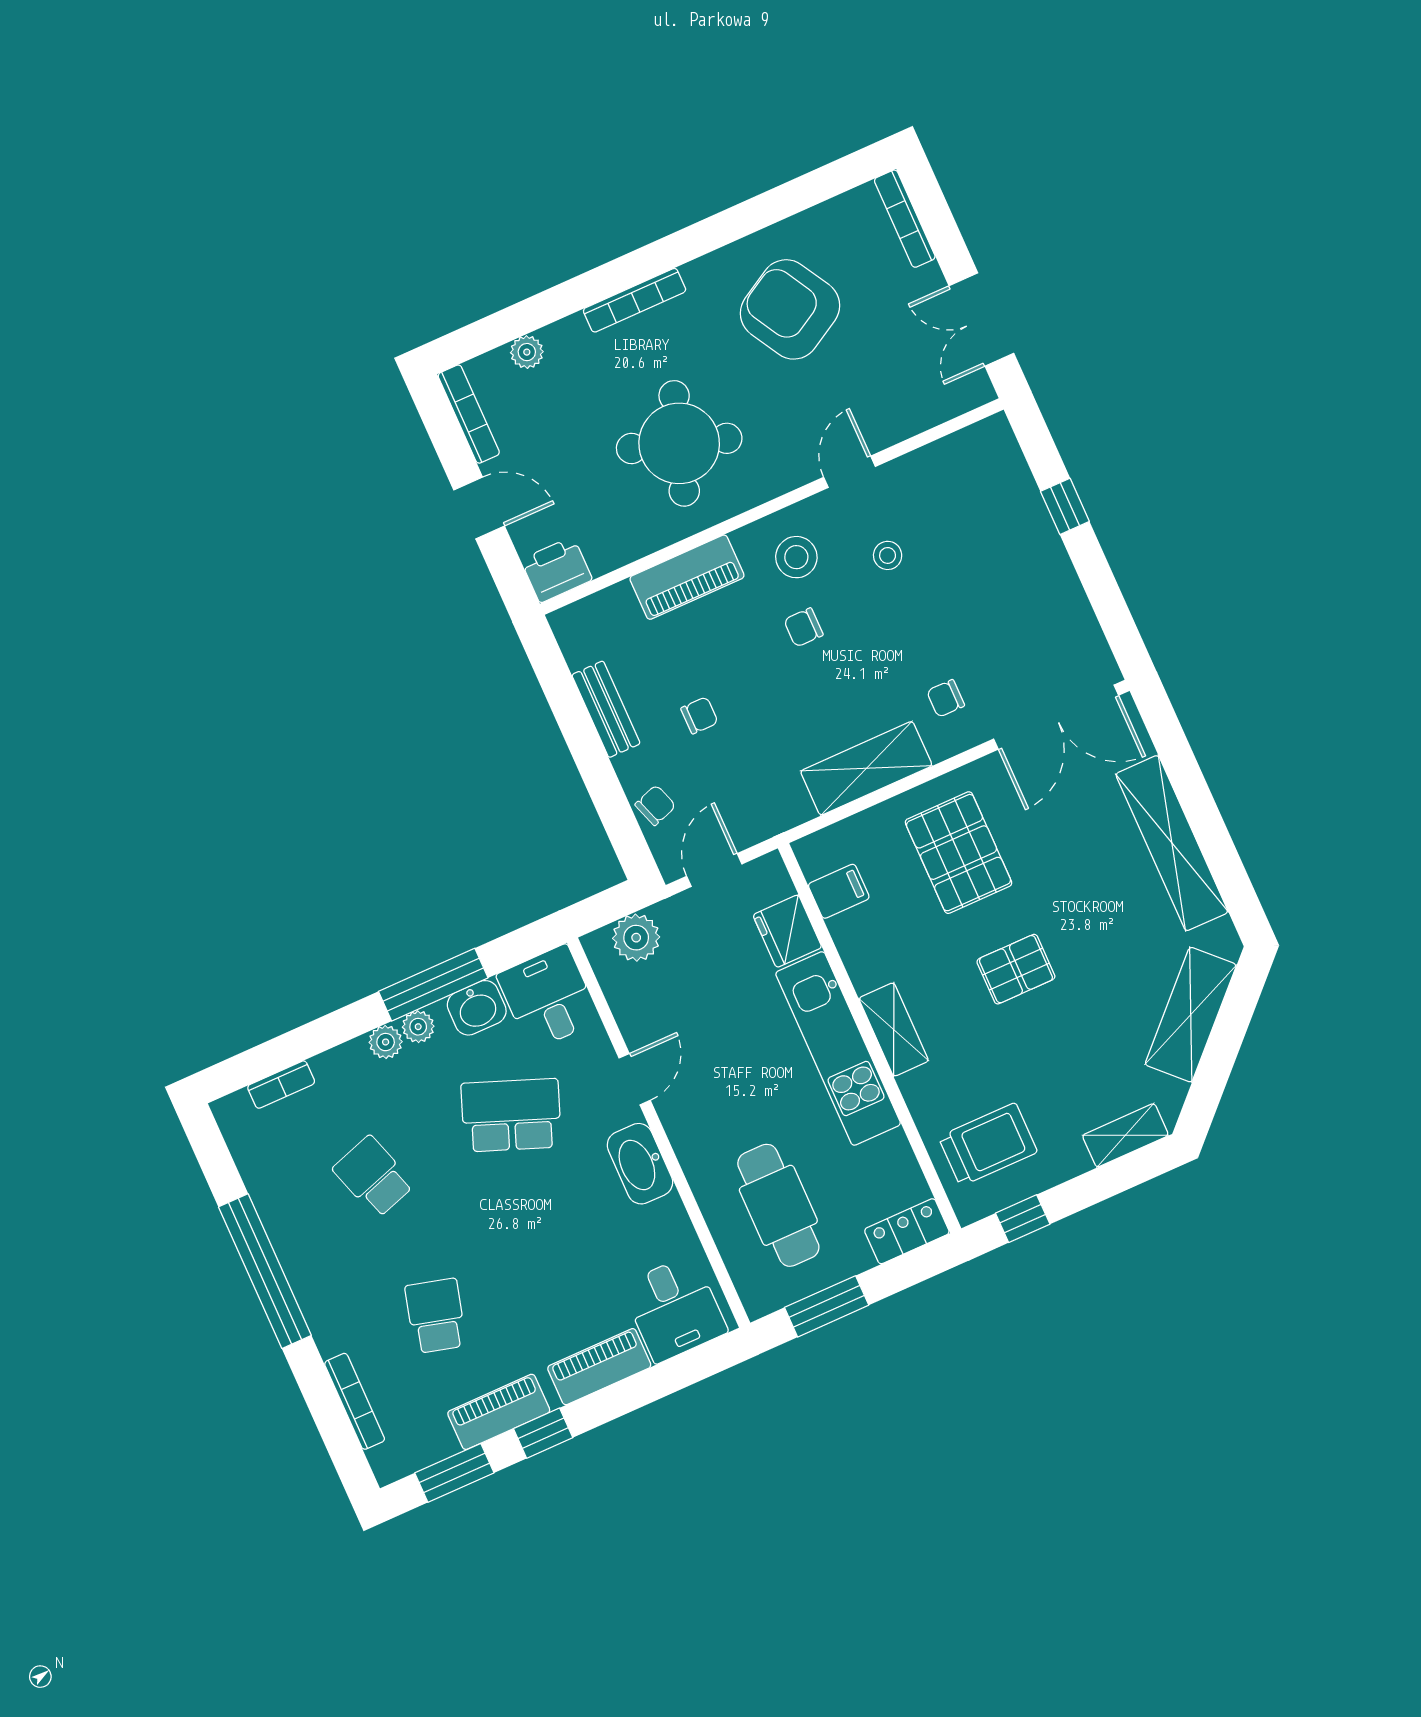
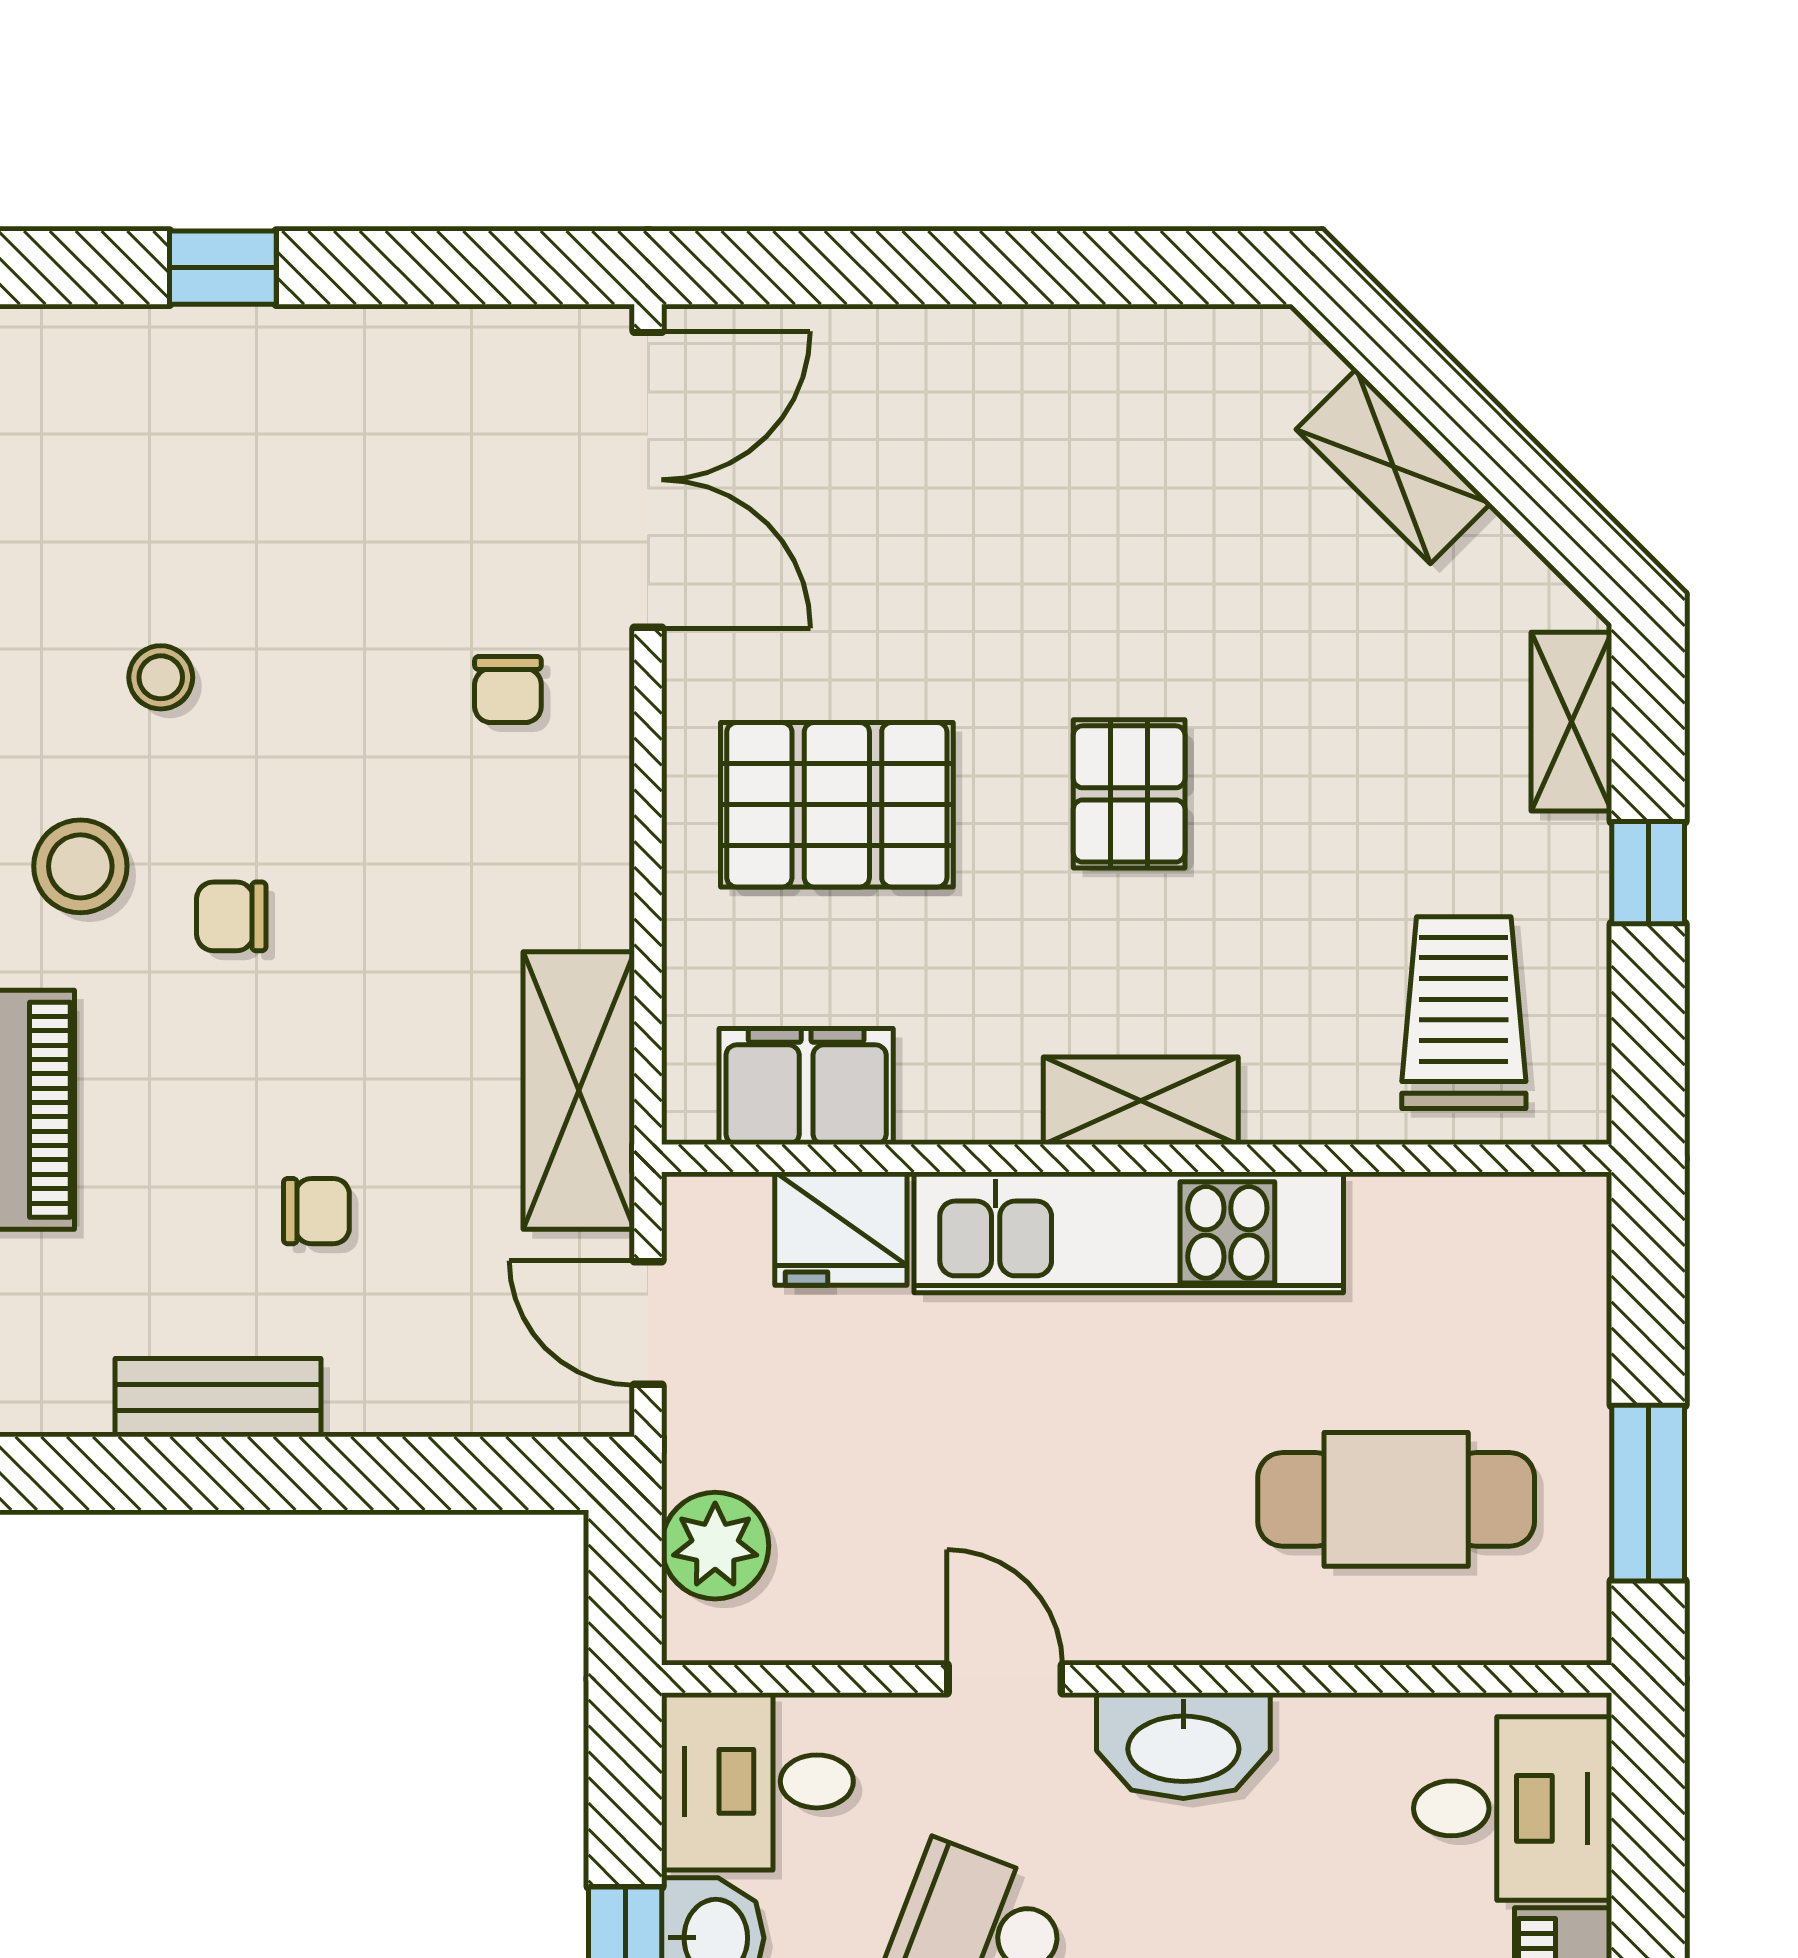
chair: (803, 627) -> (231, 916), turned 90
chair: (699, 715) -> (316, 1211), turned 90
shelving: (866, 768) -> (579, 1090), moved
chair: (655, 805) -> (461, 1384), removed
shelving: (1172, 843) -> (1013, 357), removed
filing cabinet: (839, 891) -> (806, 1086), width x2.00
shelving: (1191, 1015) -> (1393, 466), width x0.67, depth x0.75
window: (1023, 1219) -> (1648, 873), moved
locker: (907, 1231) -> (1568, 1259), removed

